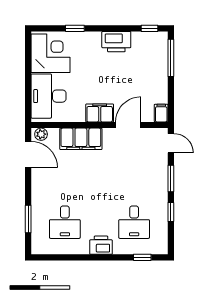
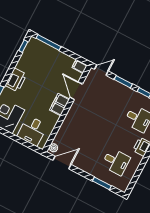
printer: (116, 42) -> (16, 80), moved
desk: (48, 96) -> (32, 131), width x0.73
filing cabinet: (81, 139) -> (69, 125), removed

